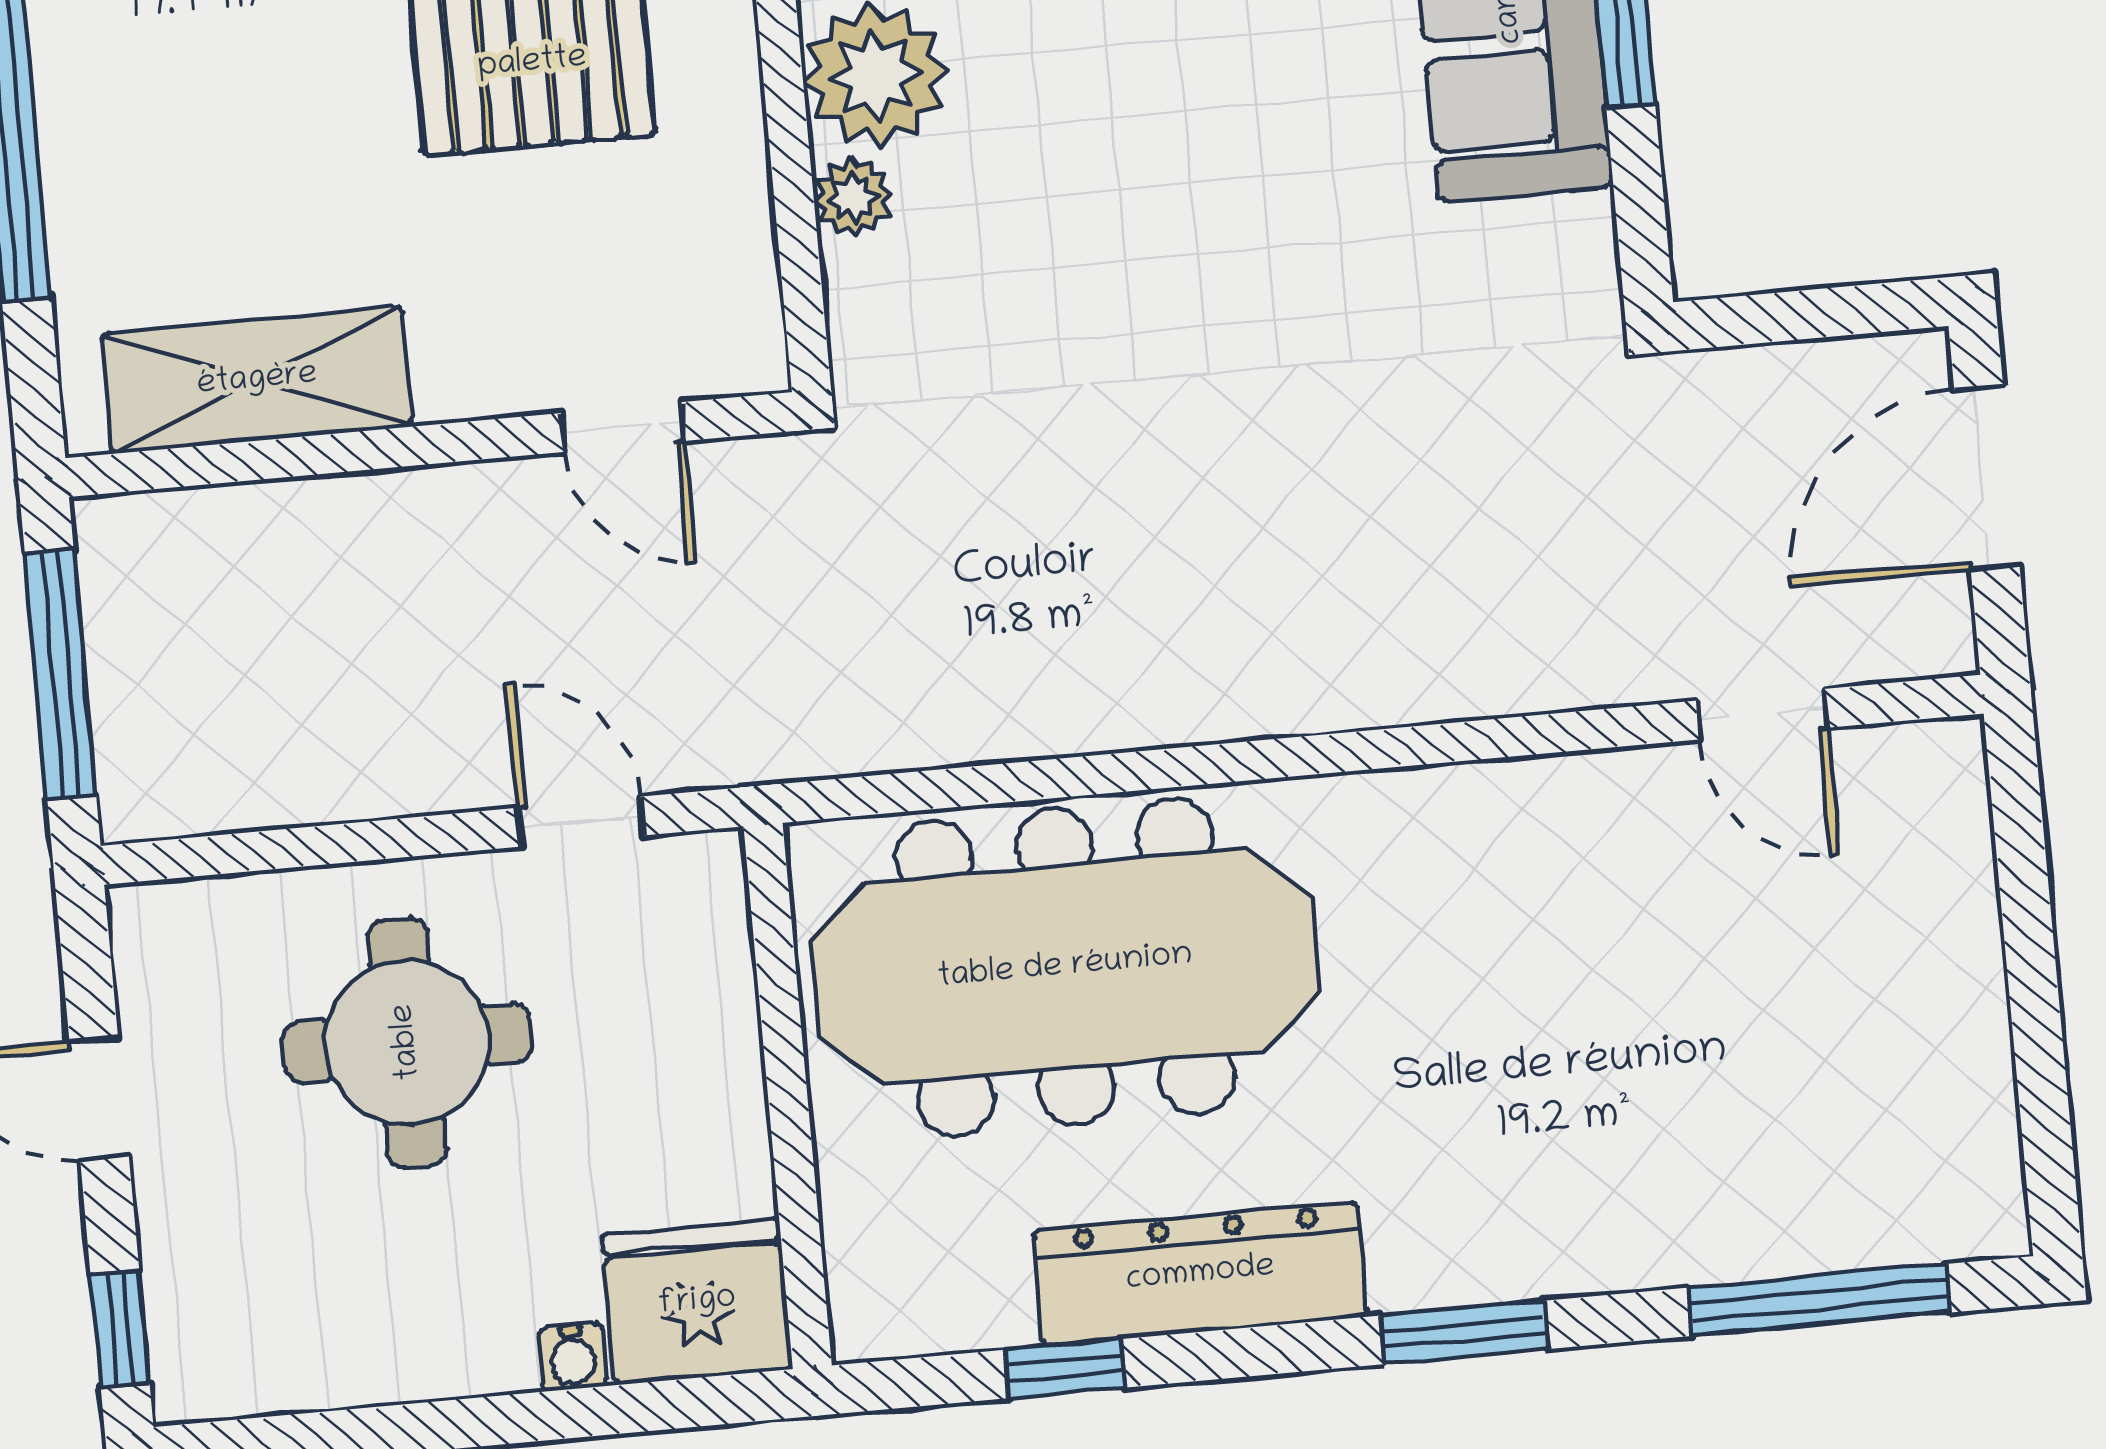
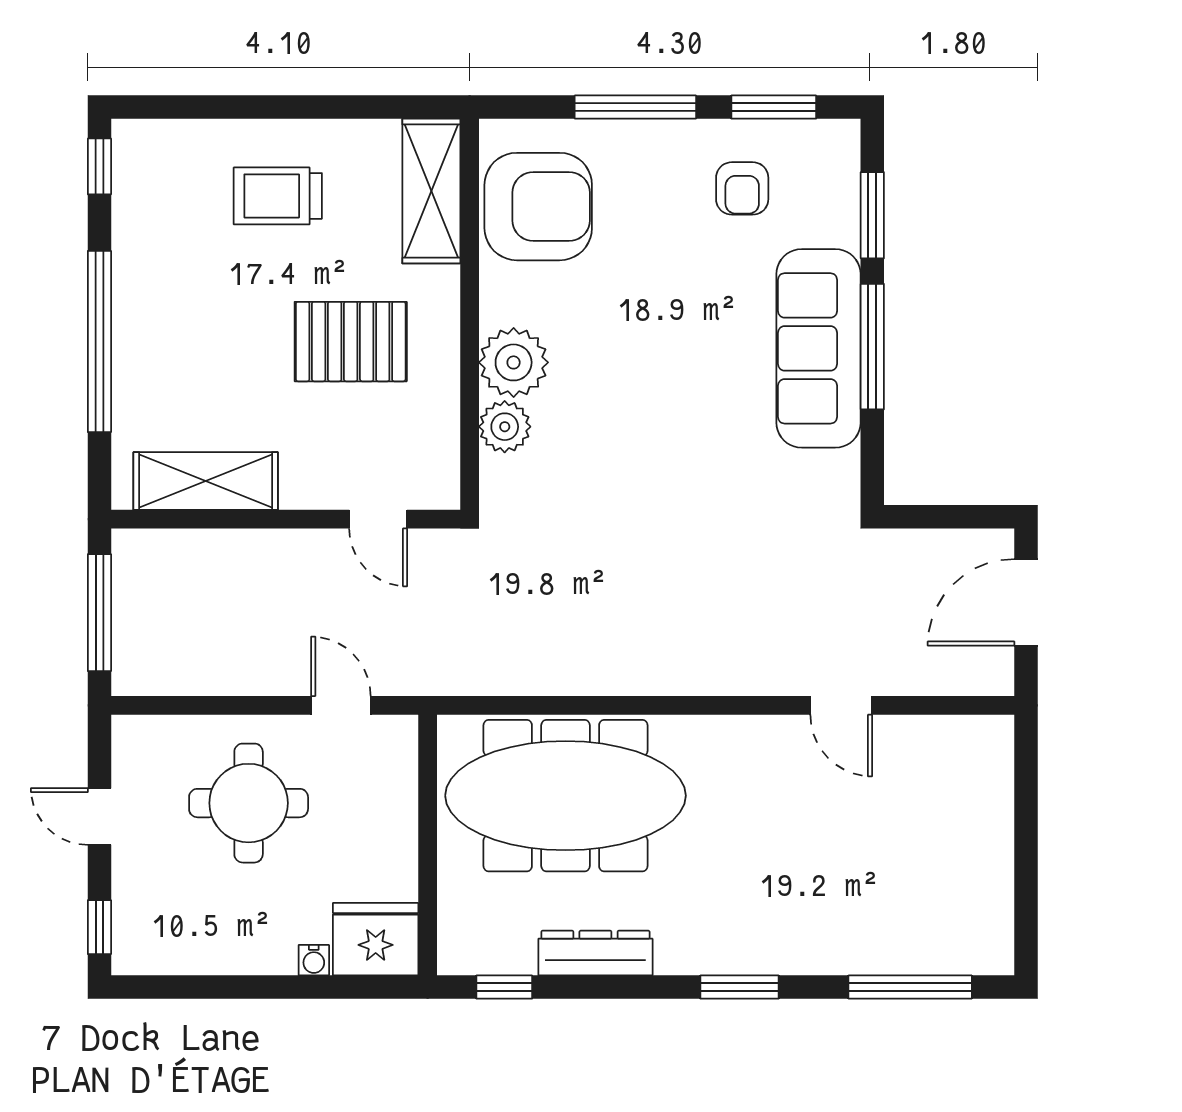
plant: (853, 197) -> (505, 427), width x1.38, depth x1.38
door: (1762, 714) -> (841, 705), moved
dresser: (1200, 1274) -> (595, 953), width x0.73, depth x0.80
window: (1065, 1369) -> (504, 987), moved

